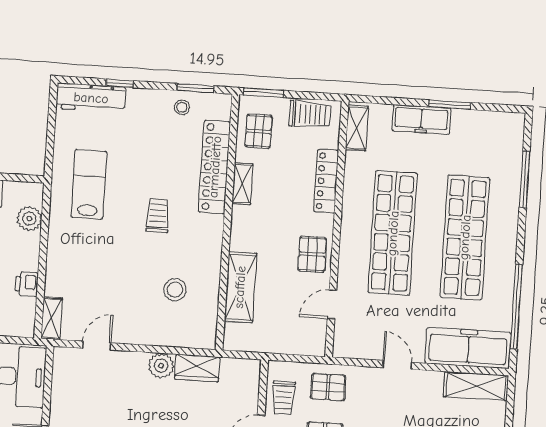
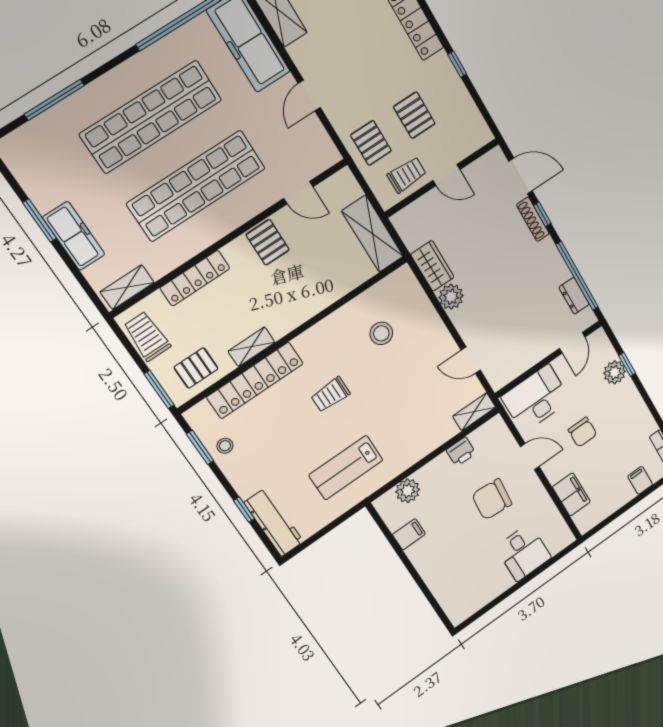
pallet: (312, 254) -> (268, 242), turned 90
shelving: (240, 287) -> (373, 234), moved, turned 90

